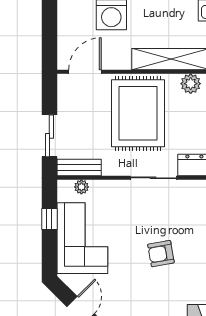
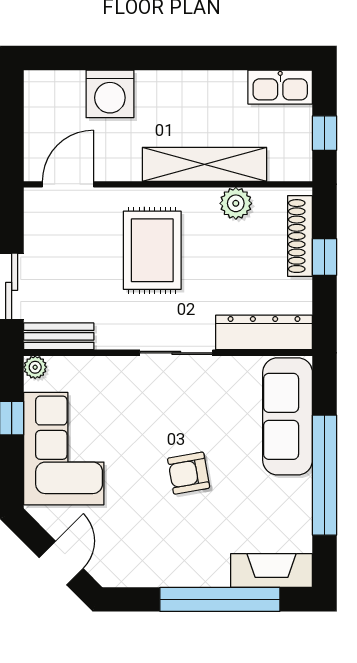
rug: (138, 113) -> (152, 250), width x0.73, depth x0.69
plant: (81, 187) -> (35, 367), moved

